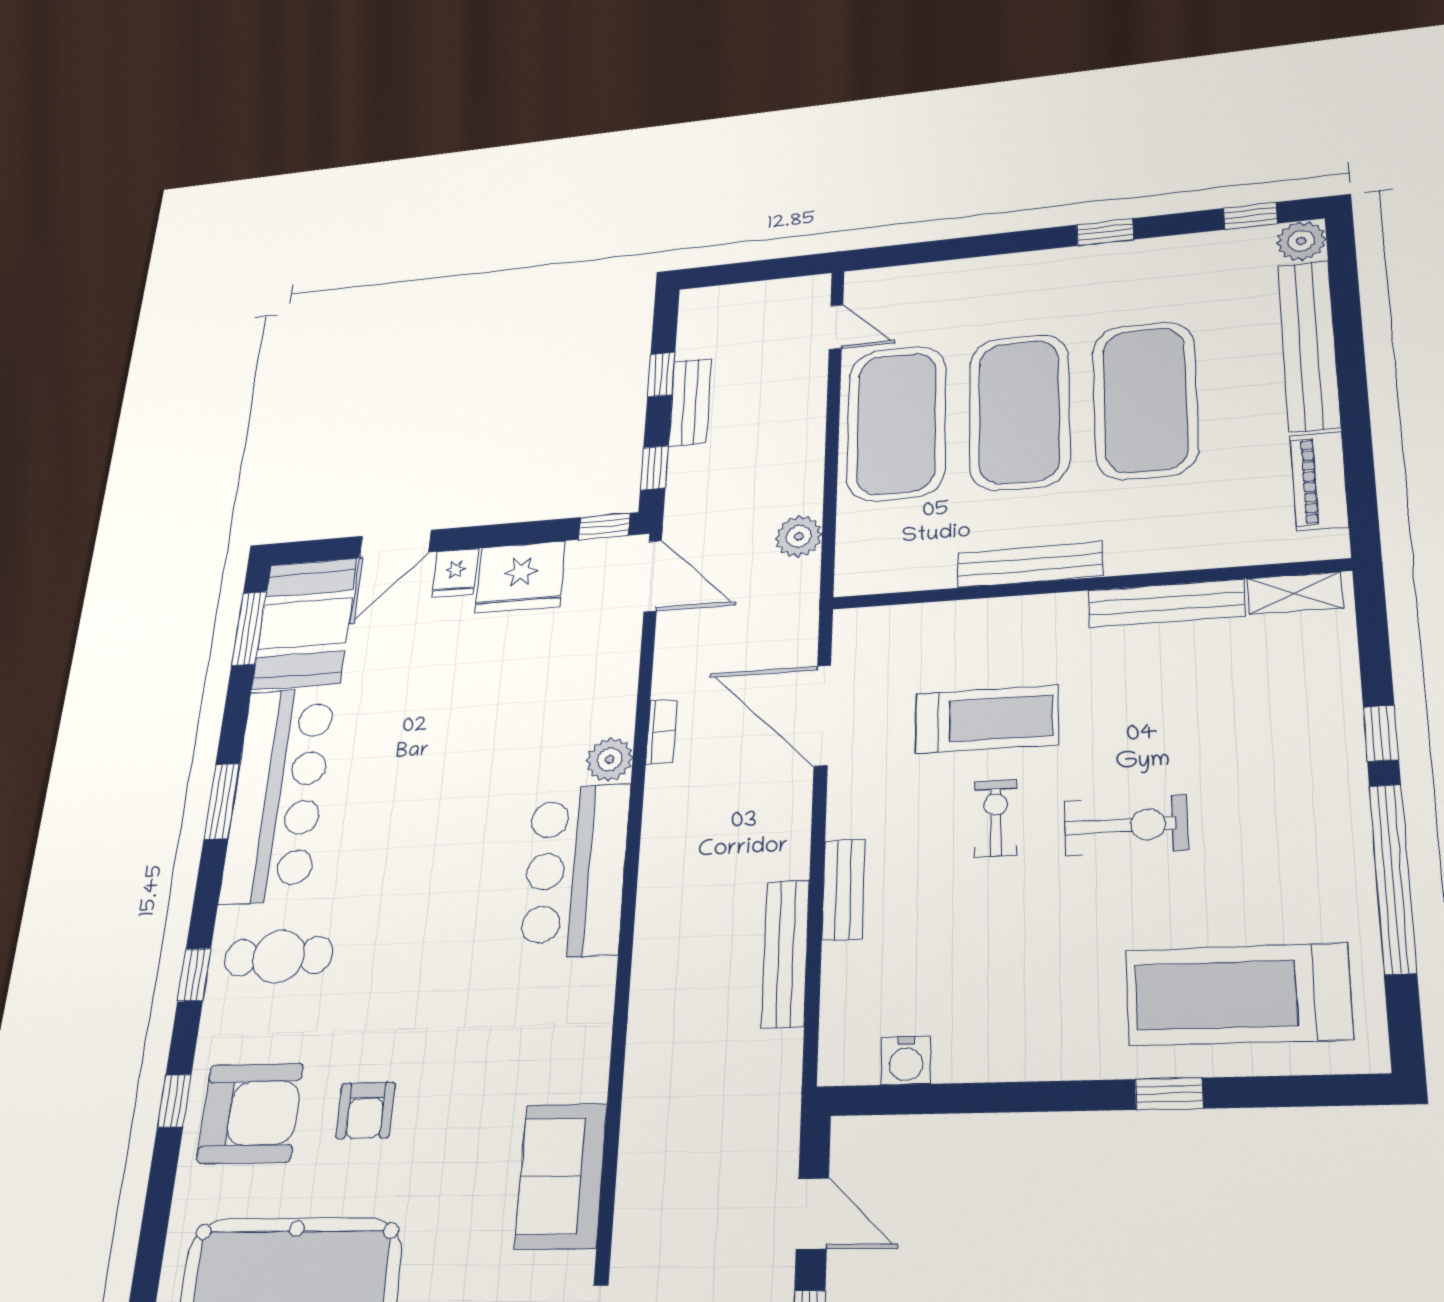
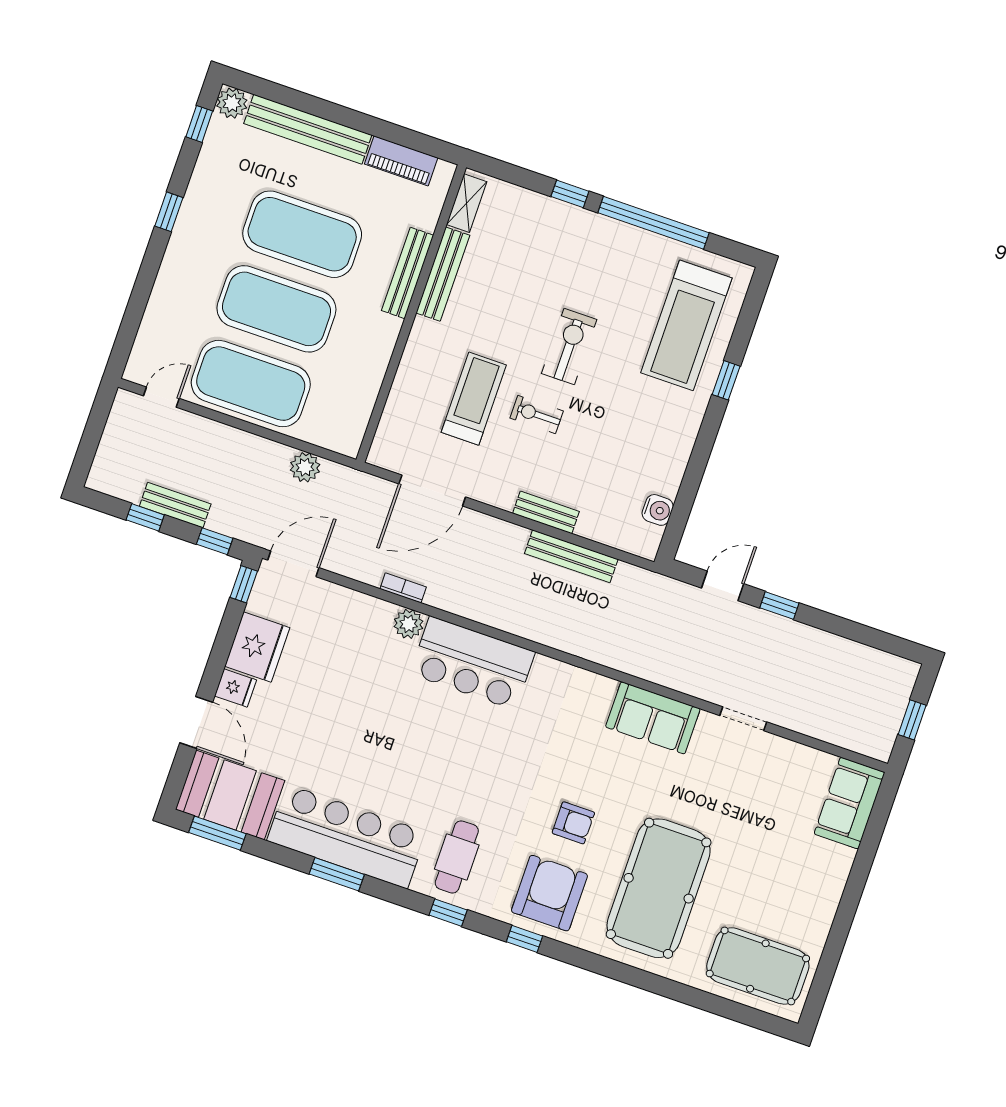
bench: (1030, 565) -> (408, 273), moved

